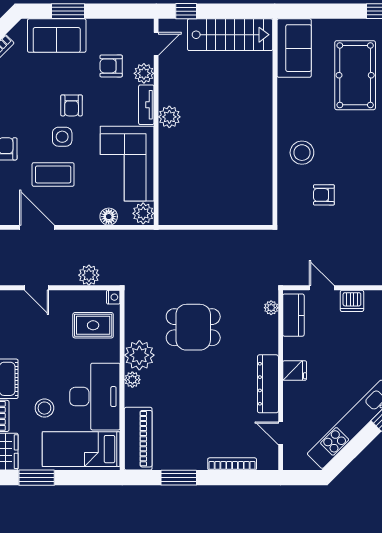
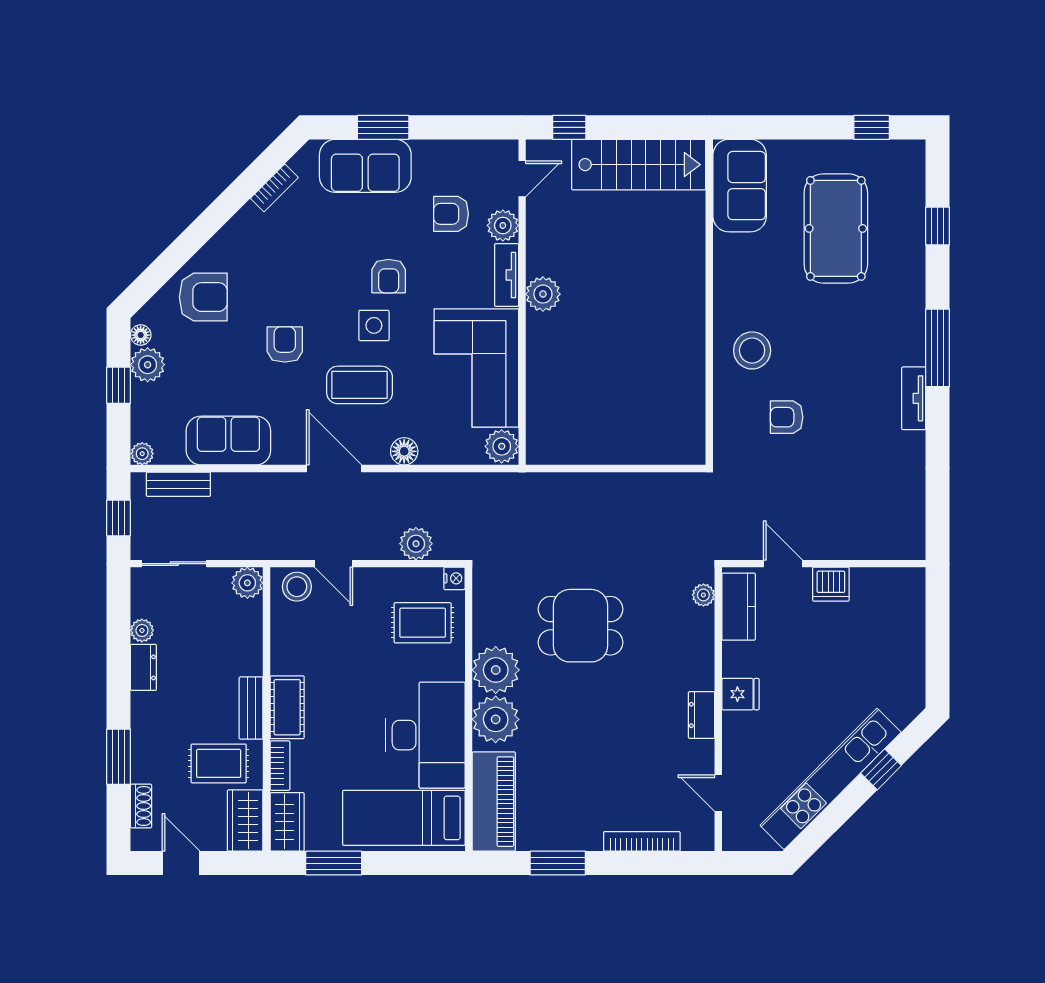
floor lamp: (109, 217) -> (404, 451), moved
plant: (132, 380) -> (496, 719), width x1.87, depth x1.87
dresser: (268, 384) -> (702, 715), width x0.51, depth x0.80
stool: (44, 408) -> (297, 587), moved

